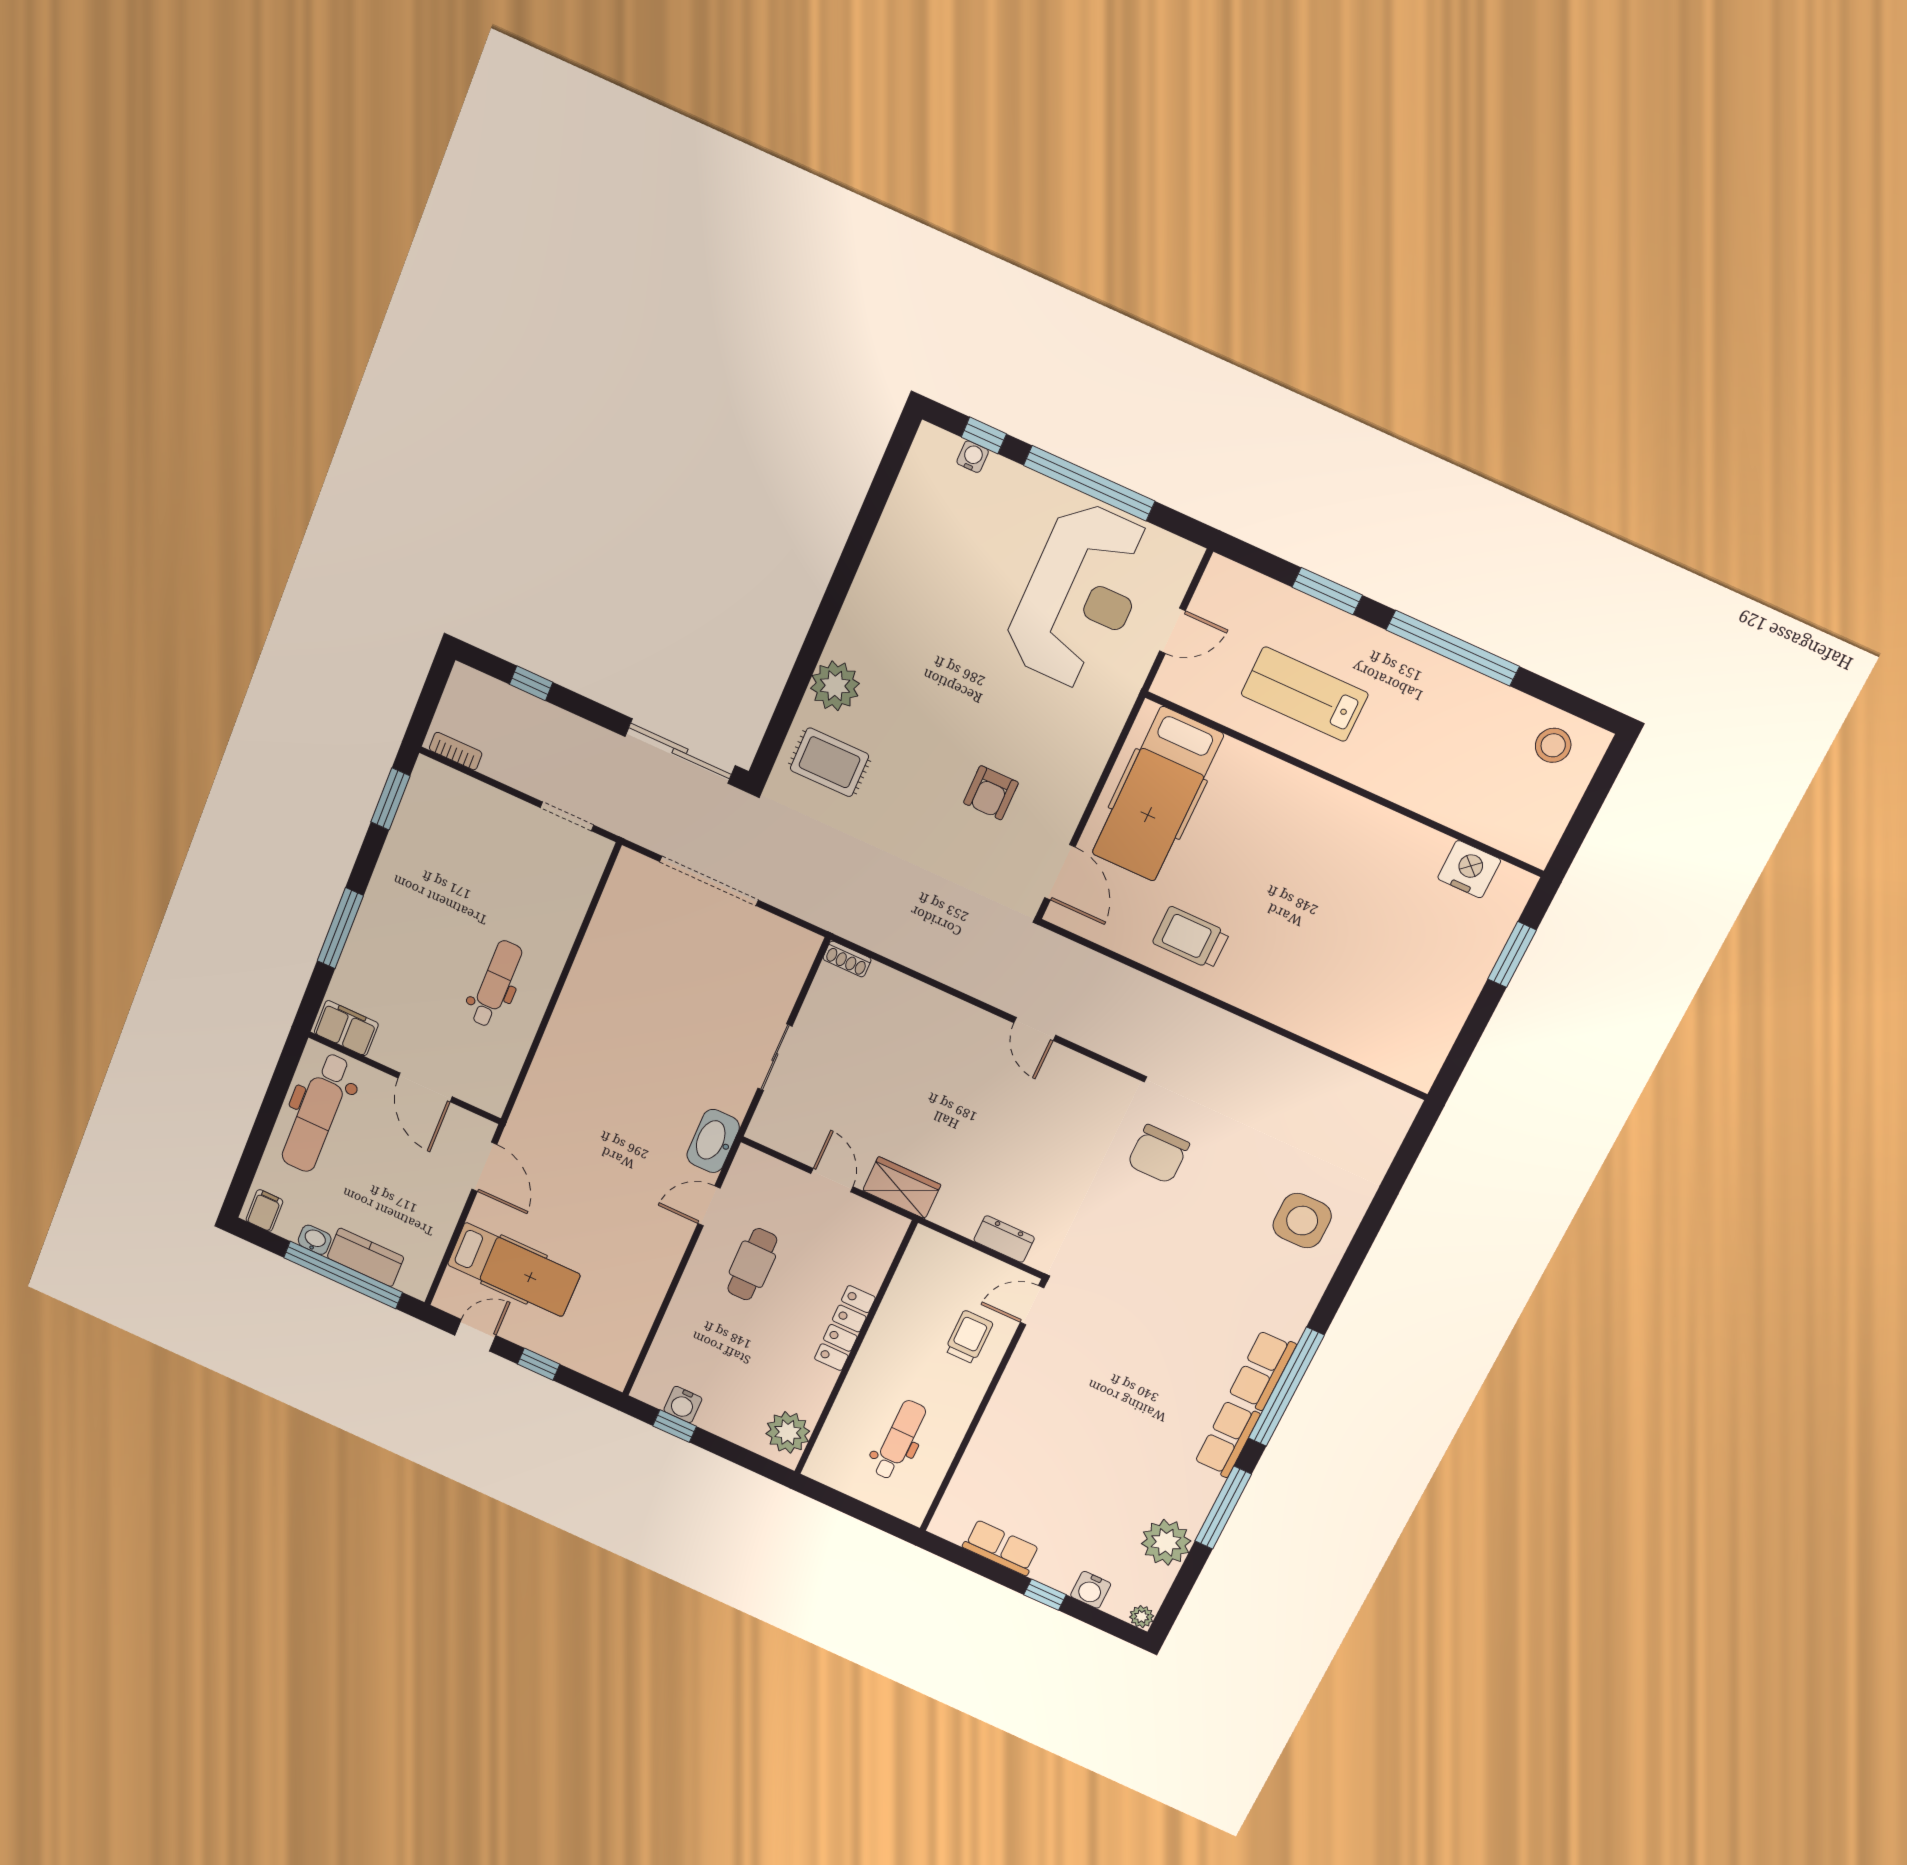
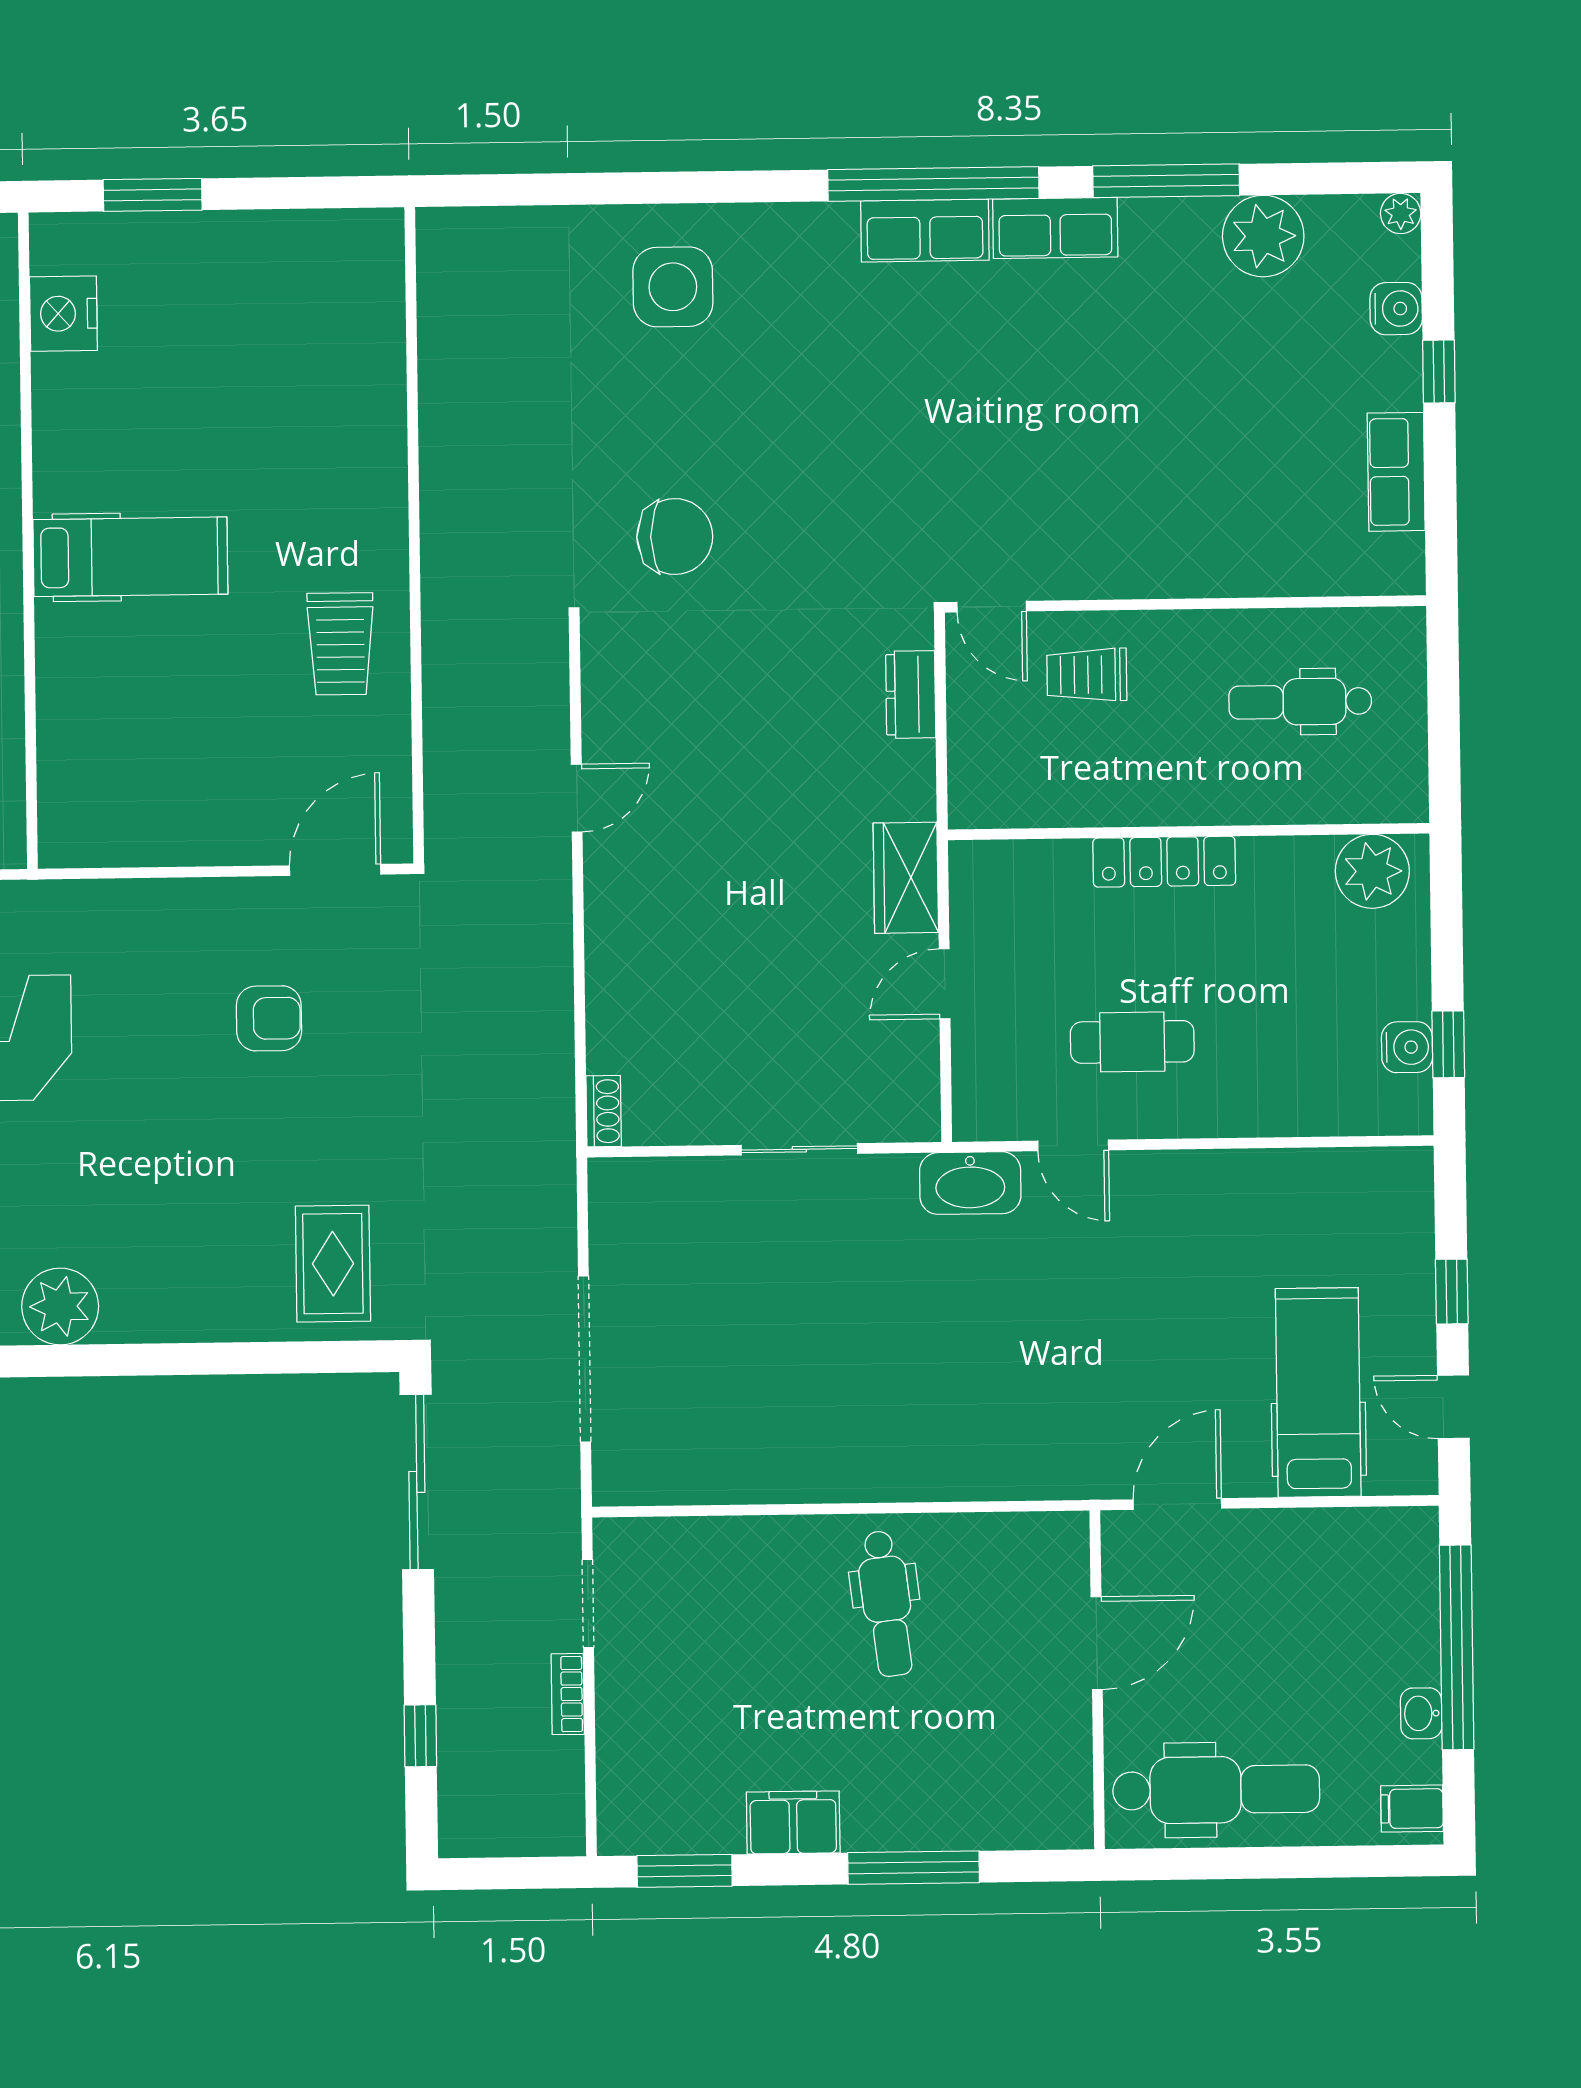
plant: (835, 686) -> (60, 1306), moved
bookcase: (456, 751) -> (568, 1694), moved
hospital bed: (1158, 794) -> (130, 557), moved, width x0.73, depth x0.78
dental chair: (496, 984) -> (887, 1604), turned -97
filing cabinet: (346, 1028) -> (793, 1822), moved, turned 90
kitchen counter: (366, 1257) -> (1411, 1625), removed

